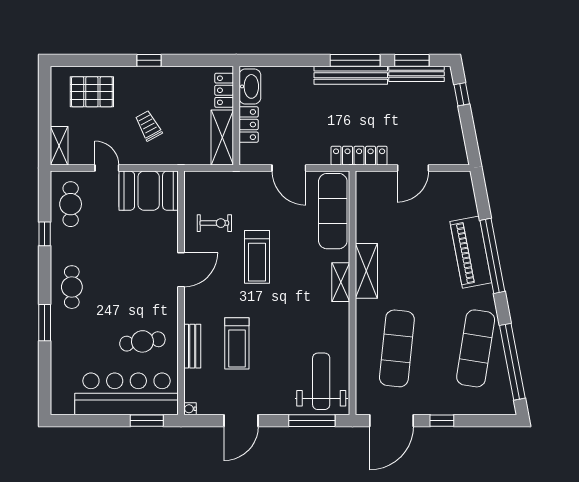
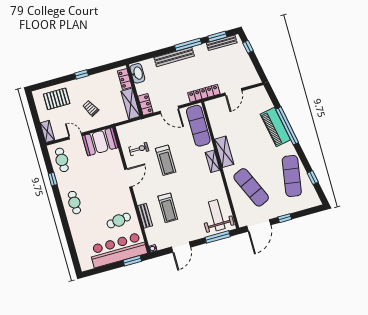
bench: (351, 75) -> (174, 57), moved
locker: (249, 125) -> (145, 104), moved
window: (45, 323) -> (66, 225), removed
exercise mat: (397, 348) -> (251, 187), turned -30
window: (512, 362) -> (313, 178), width x0.32

